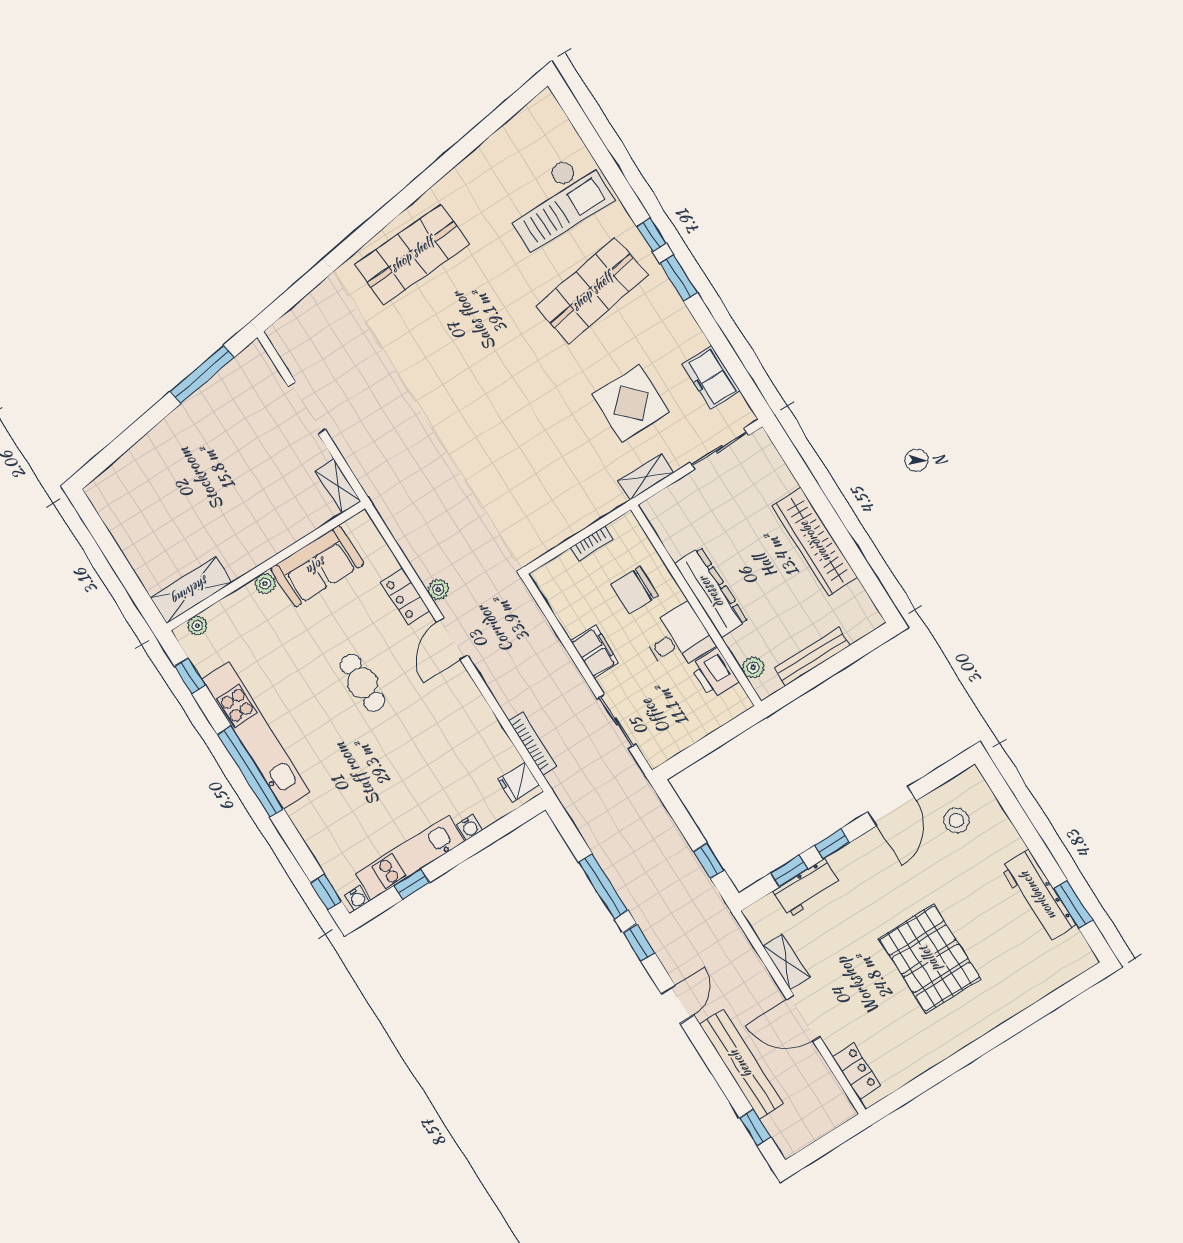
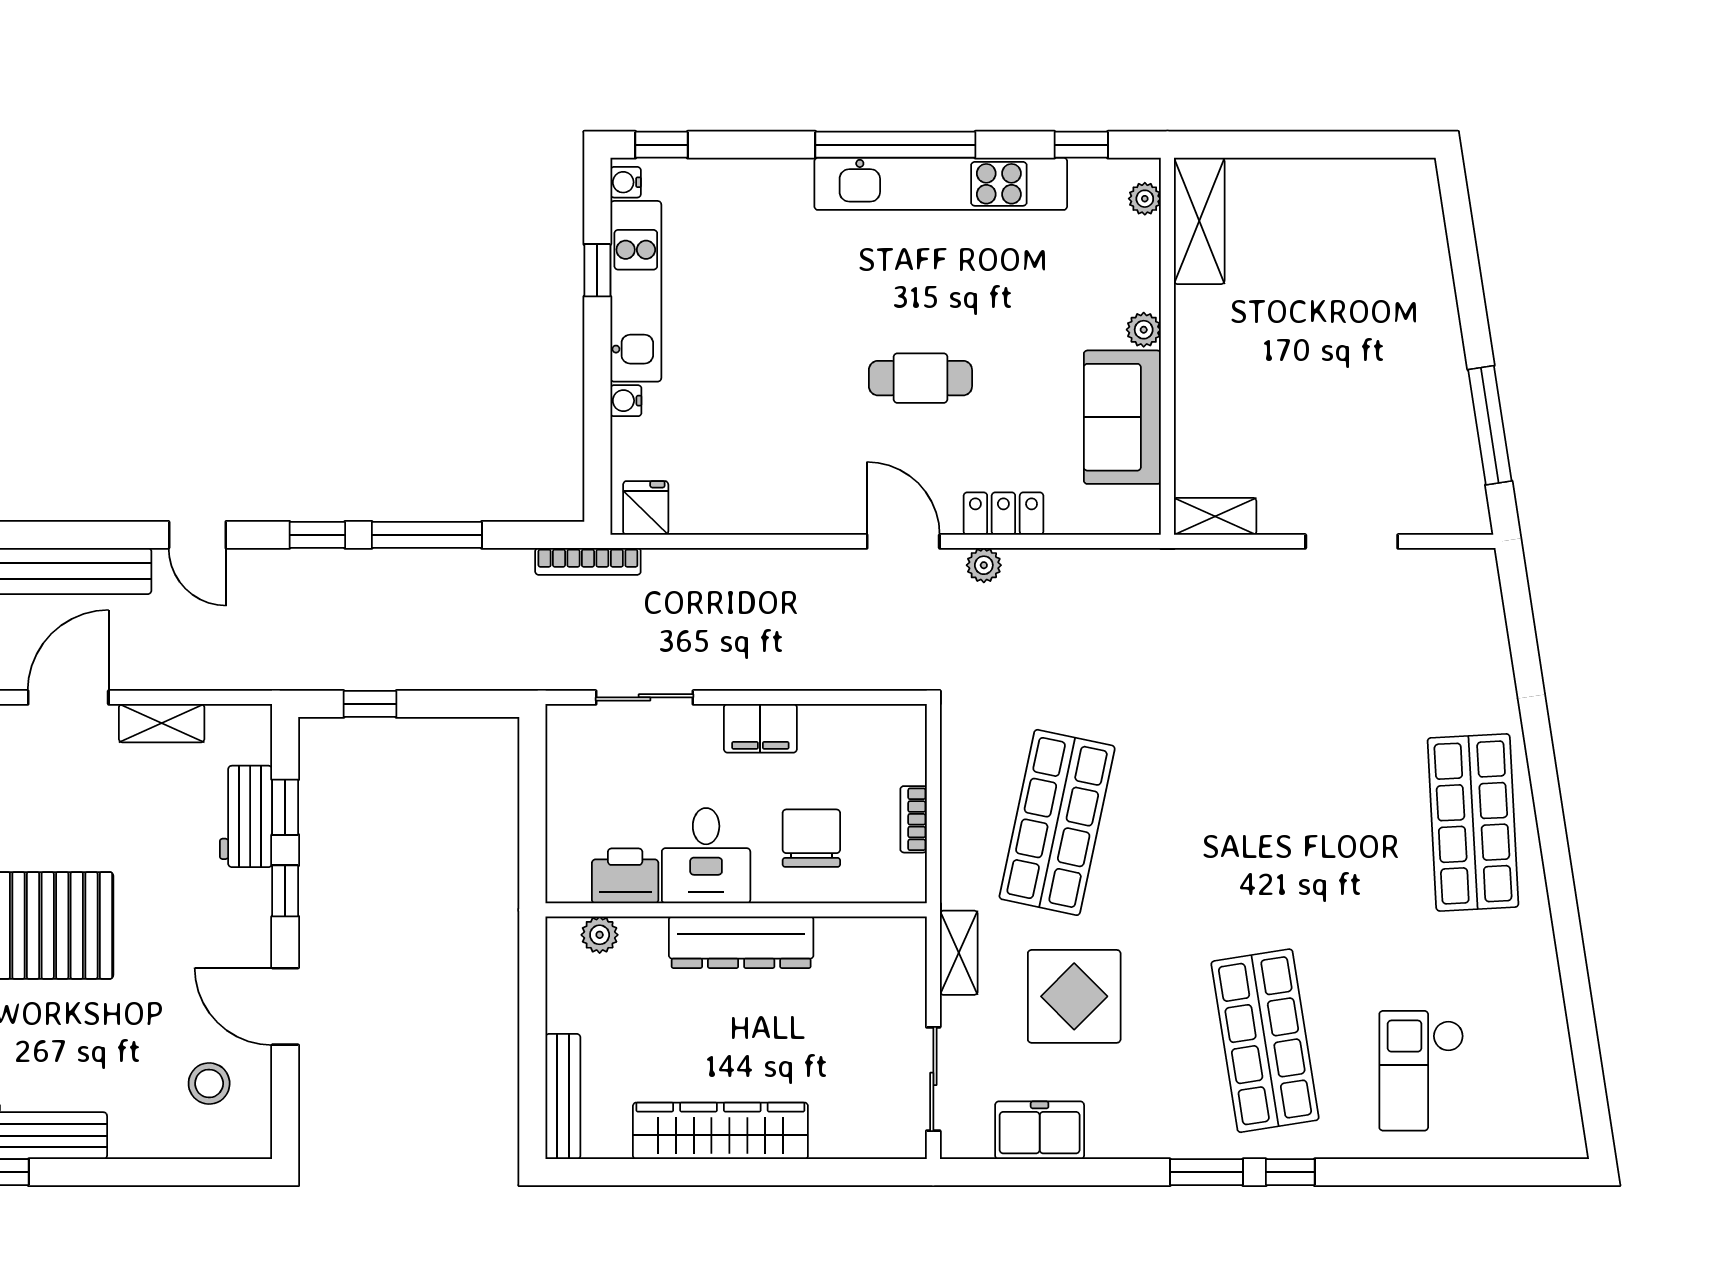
checkout: (557, 200) -> (1421, 1071), width x0.73, depth x0.83
shop shelf: (547, 468) -> (1057, 822), added
bench: (812, 657) -> (563, 1097), moved
bookcase: (532, 743) -> (588, 561), moved

